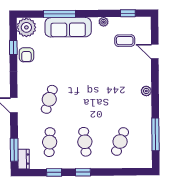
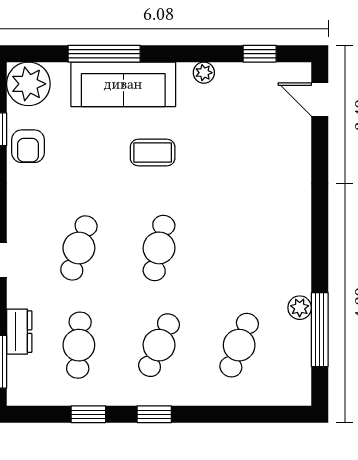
coffee table: (125, 41) -> (153, 153), moved
door: (155, 51) -> (320, 99), moved
plant: (146, 91) -> (300, 308), moved
cafe table: (84, 99) -> (159, 248), added
cafe table: (85, 142) -> (159, 345), turned 30
dresser: (24, 159) -> (19, 332), moved

